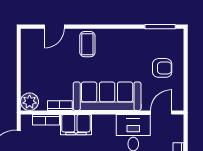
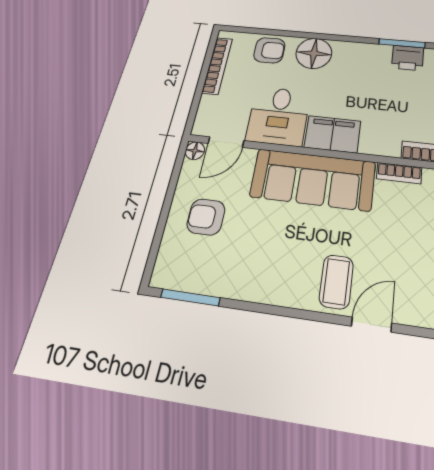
door: (54, 27) -> (372, 325), moved
floor lamp: (178, 105) -> (195, 151), added
filing cabinet: (76, 125) -> (332, 134), moved

